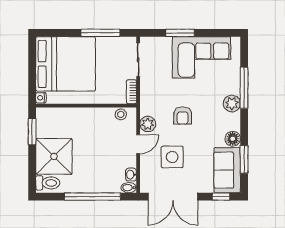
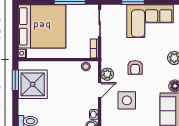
shower: (54, 156) -> (33, 84), moved

